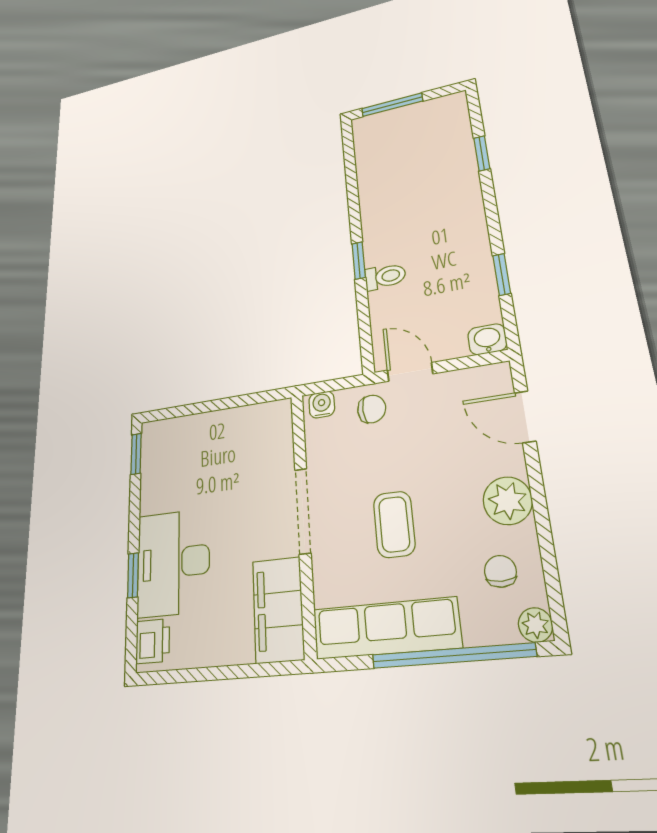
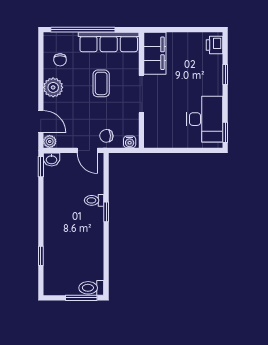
toilet: (375, 125) -> (91, 288), added
window: (502, 274) -> (41, 167), moved
desk: (173, 563) -> (205, 119), moved
plant: (535, 625) -> (50, 141), moved

